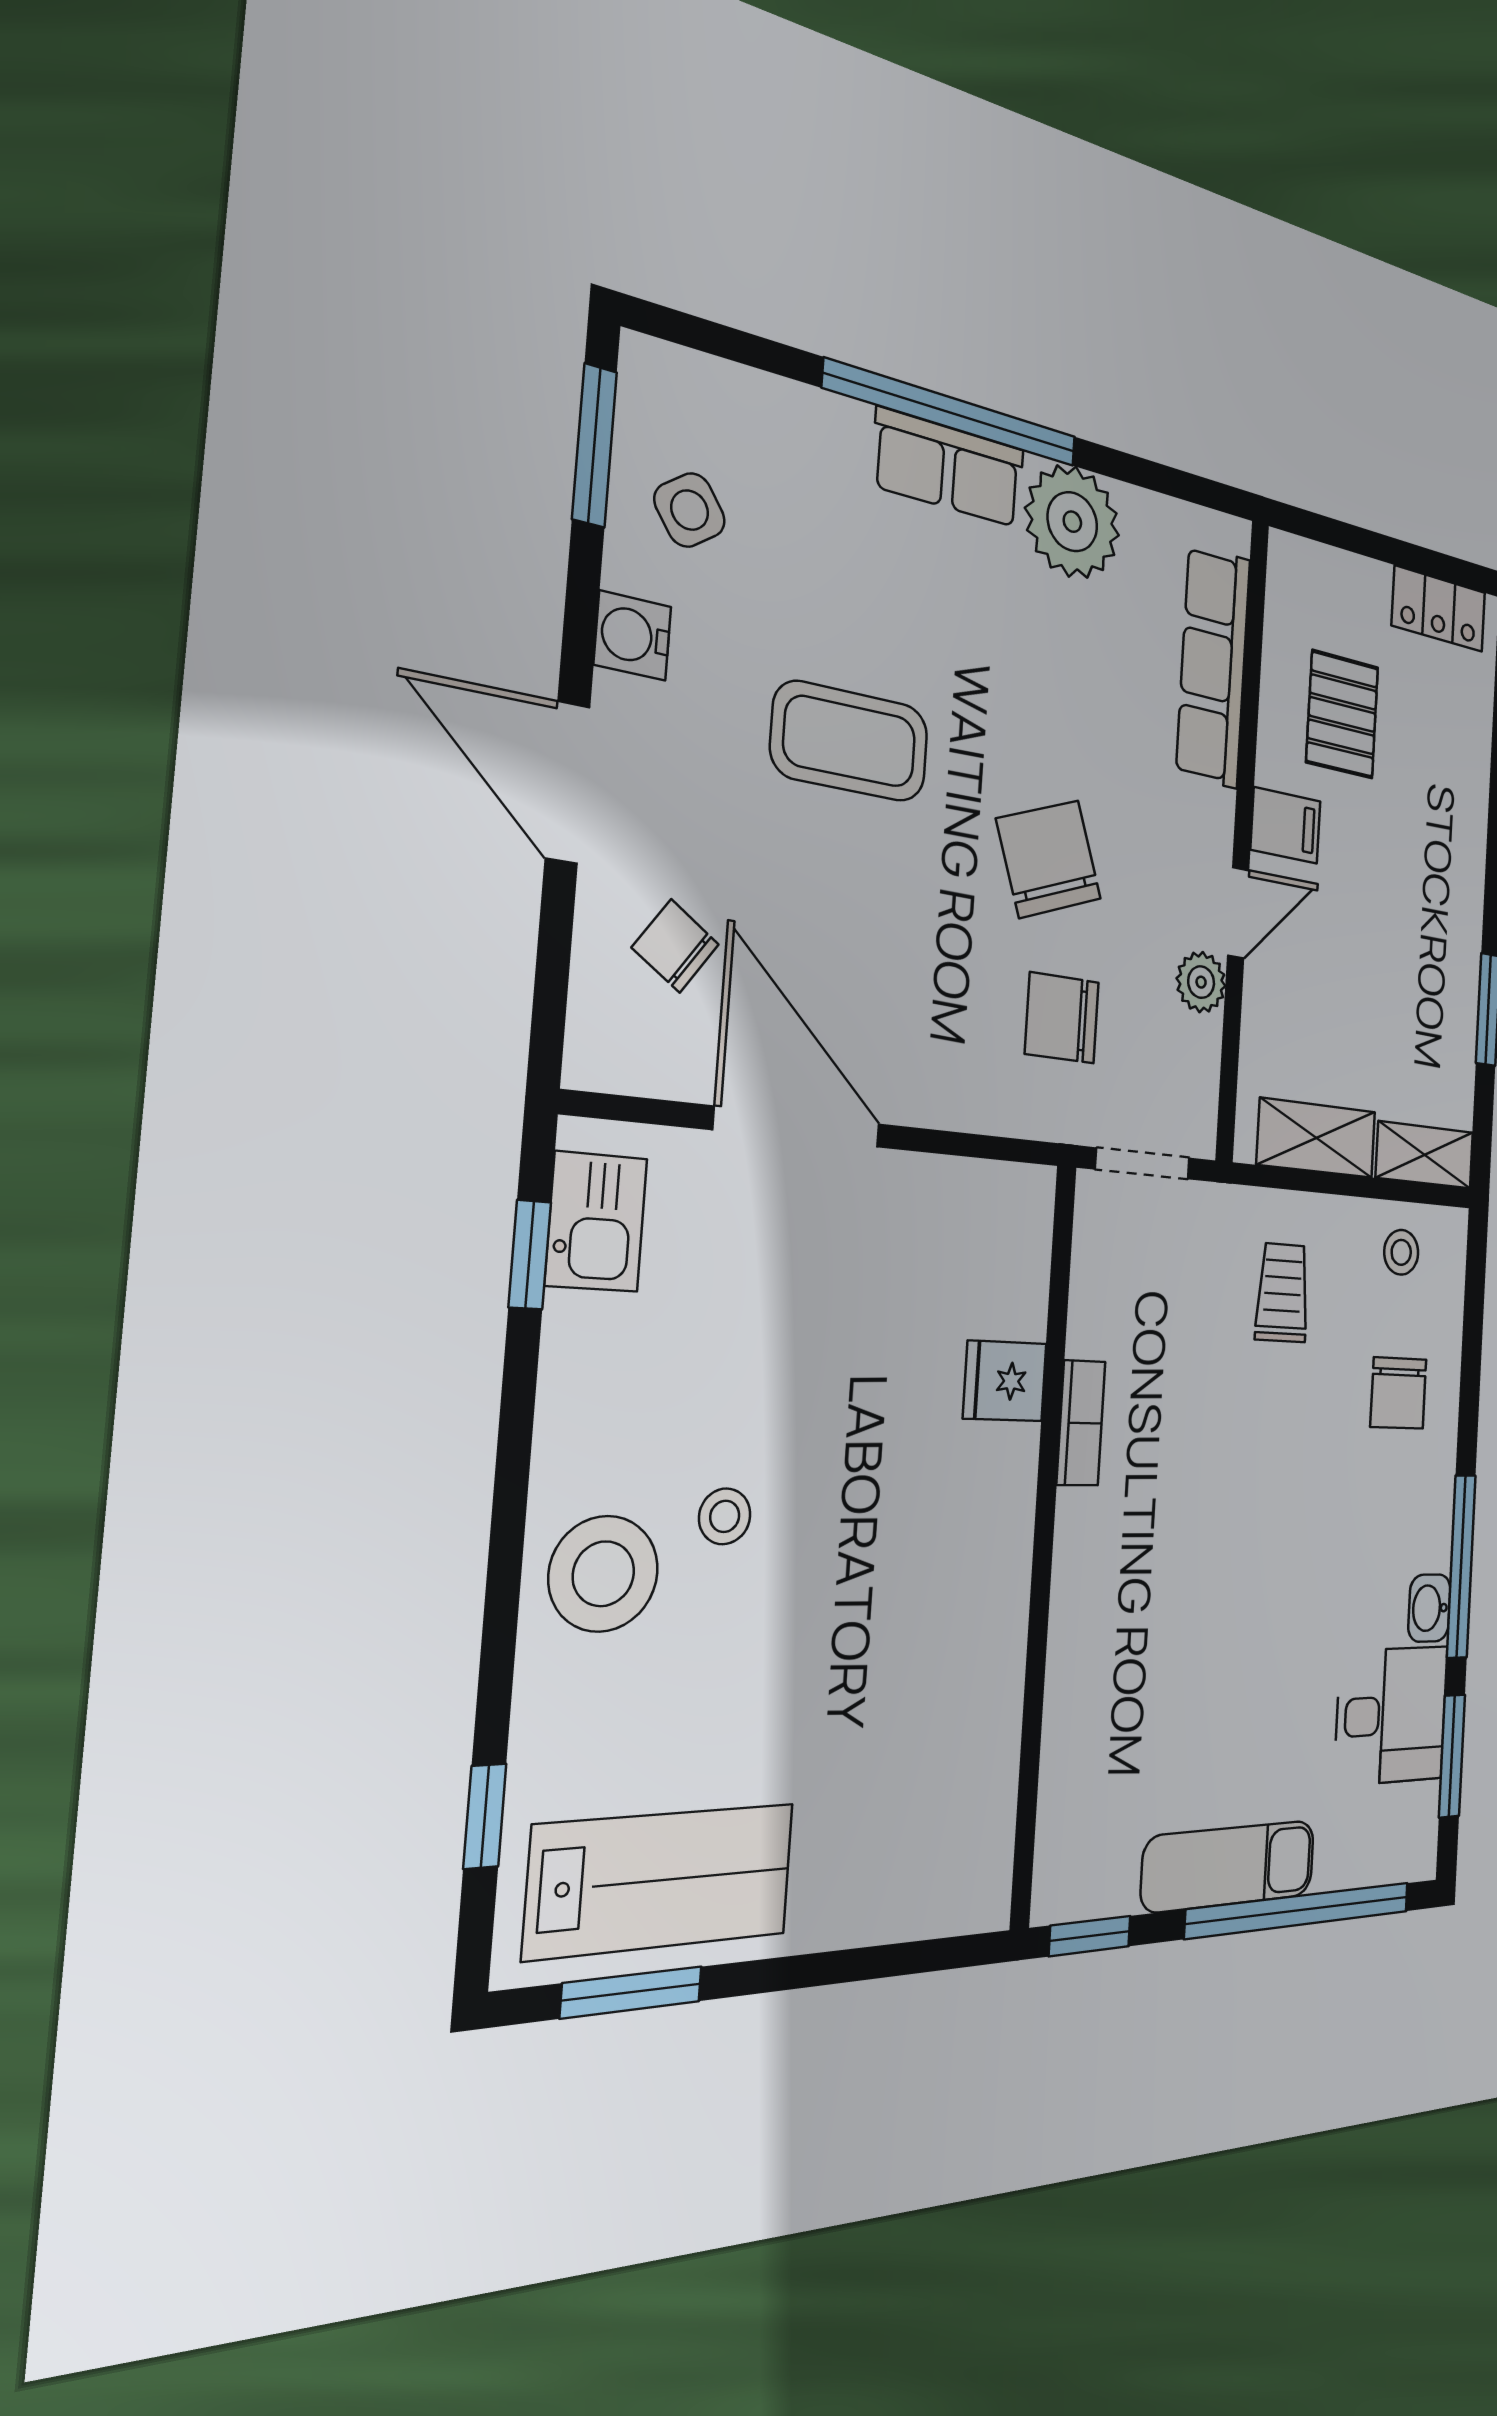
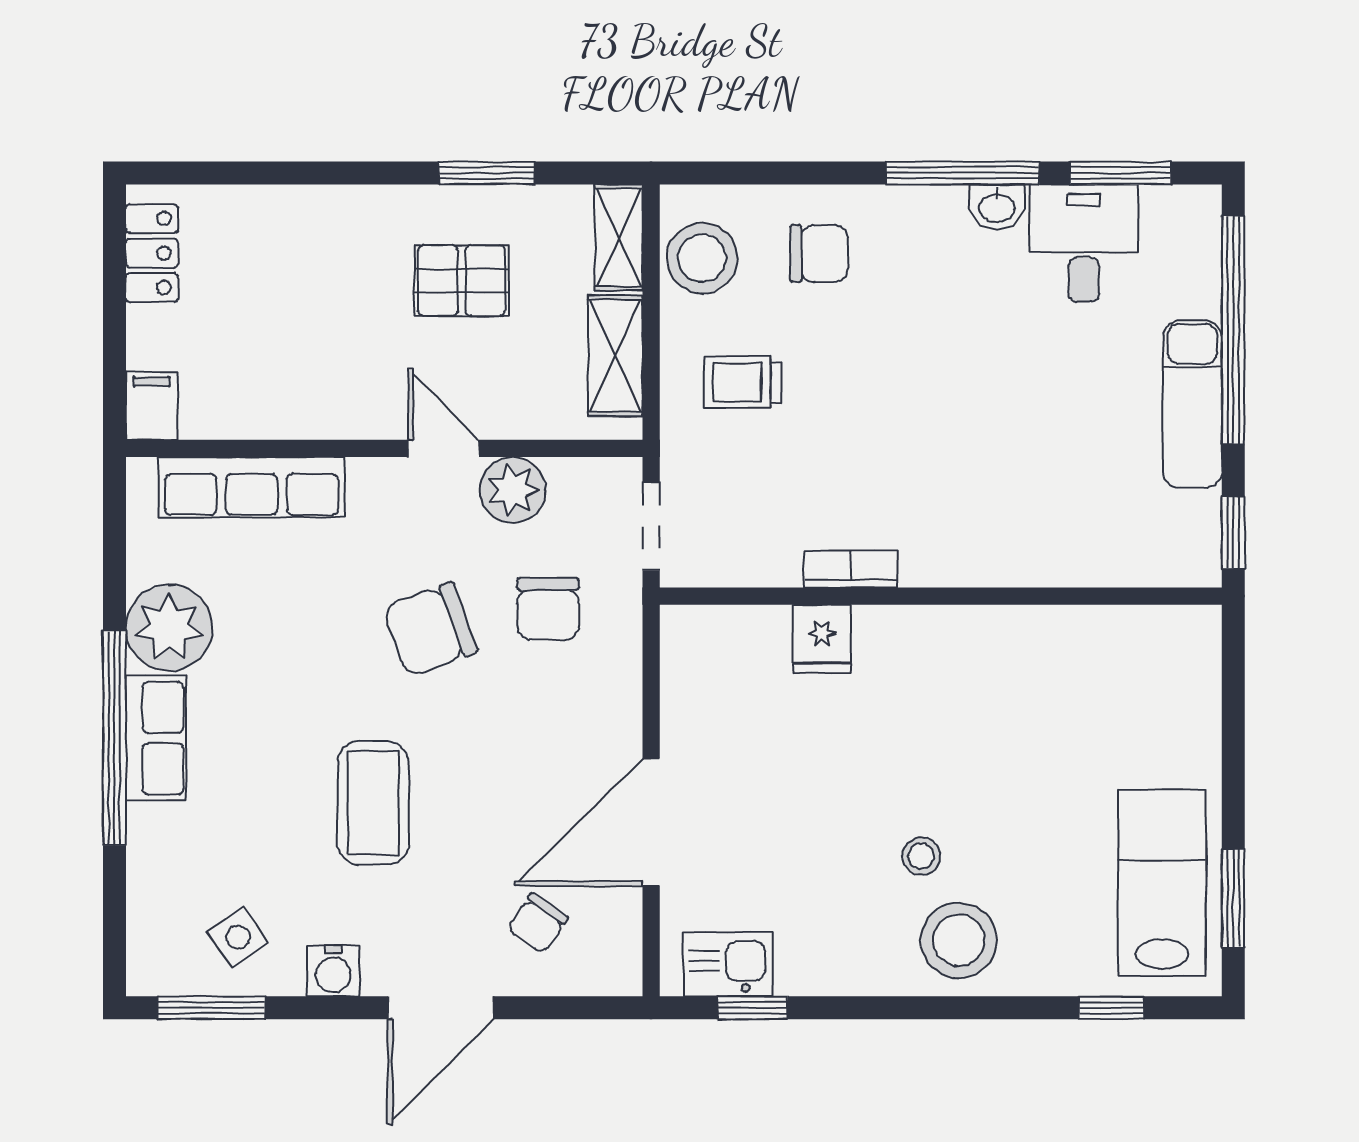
pallet: (1342, 714) -> (461, 281), moved
filing cabinet: (1286, 825) -> (152, 406), moved
plant: (1201, 982) -> (513, 490), width x1.38, depth x1.38
stool: (1401, 1252) -> (702, 258), width x1.89, depth x1.89

